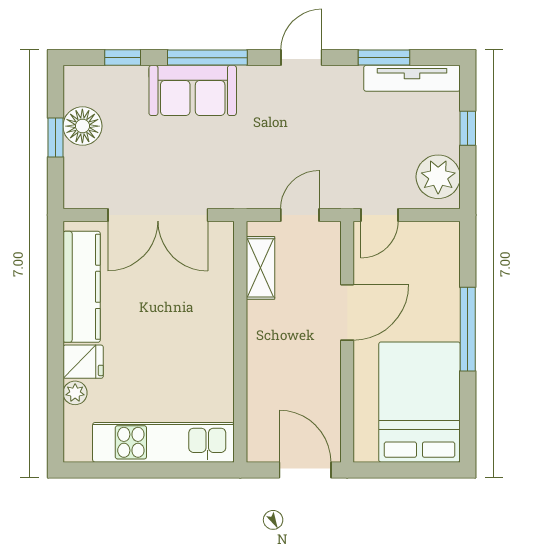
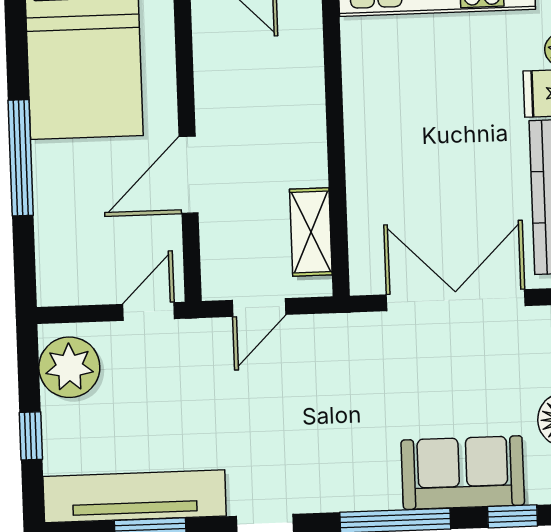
tv unit: (412, 78) -> (135, 496), width x1.36, depth x1.29
sofa: (193, 90) -> (463, 473), moved

